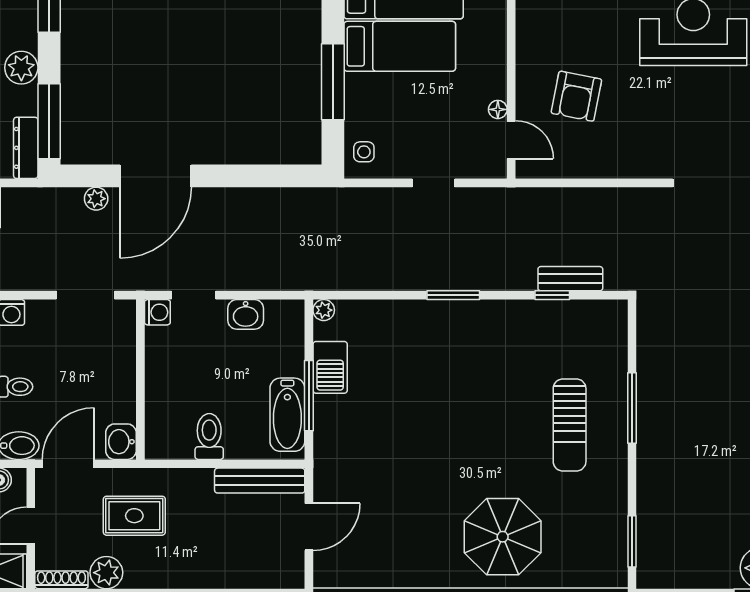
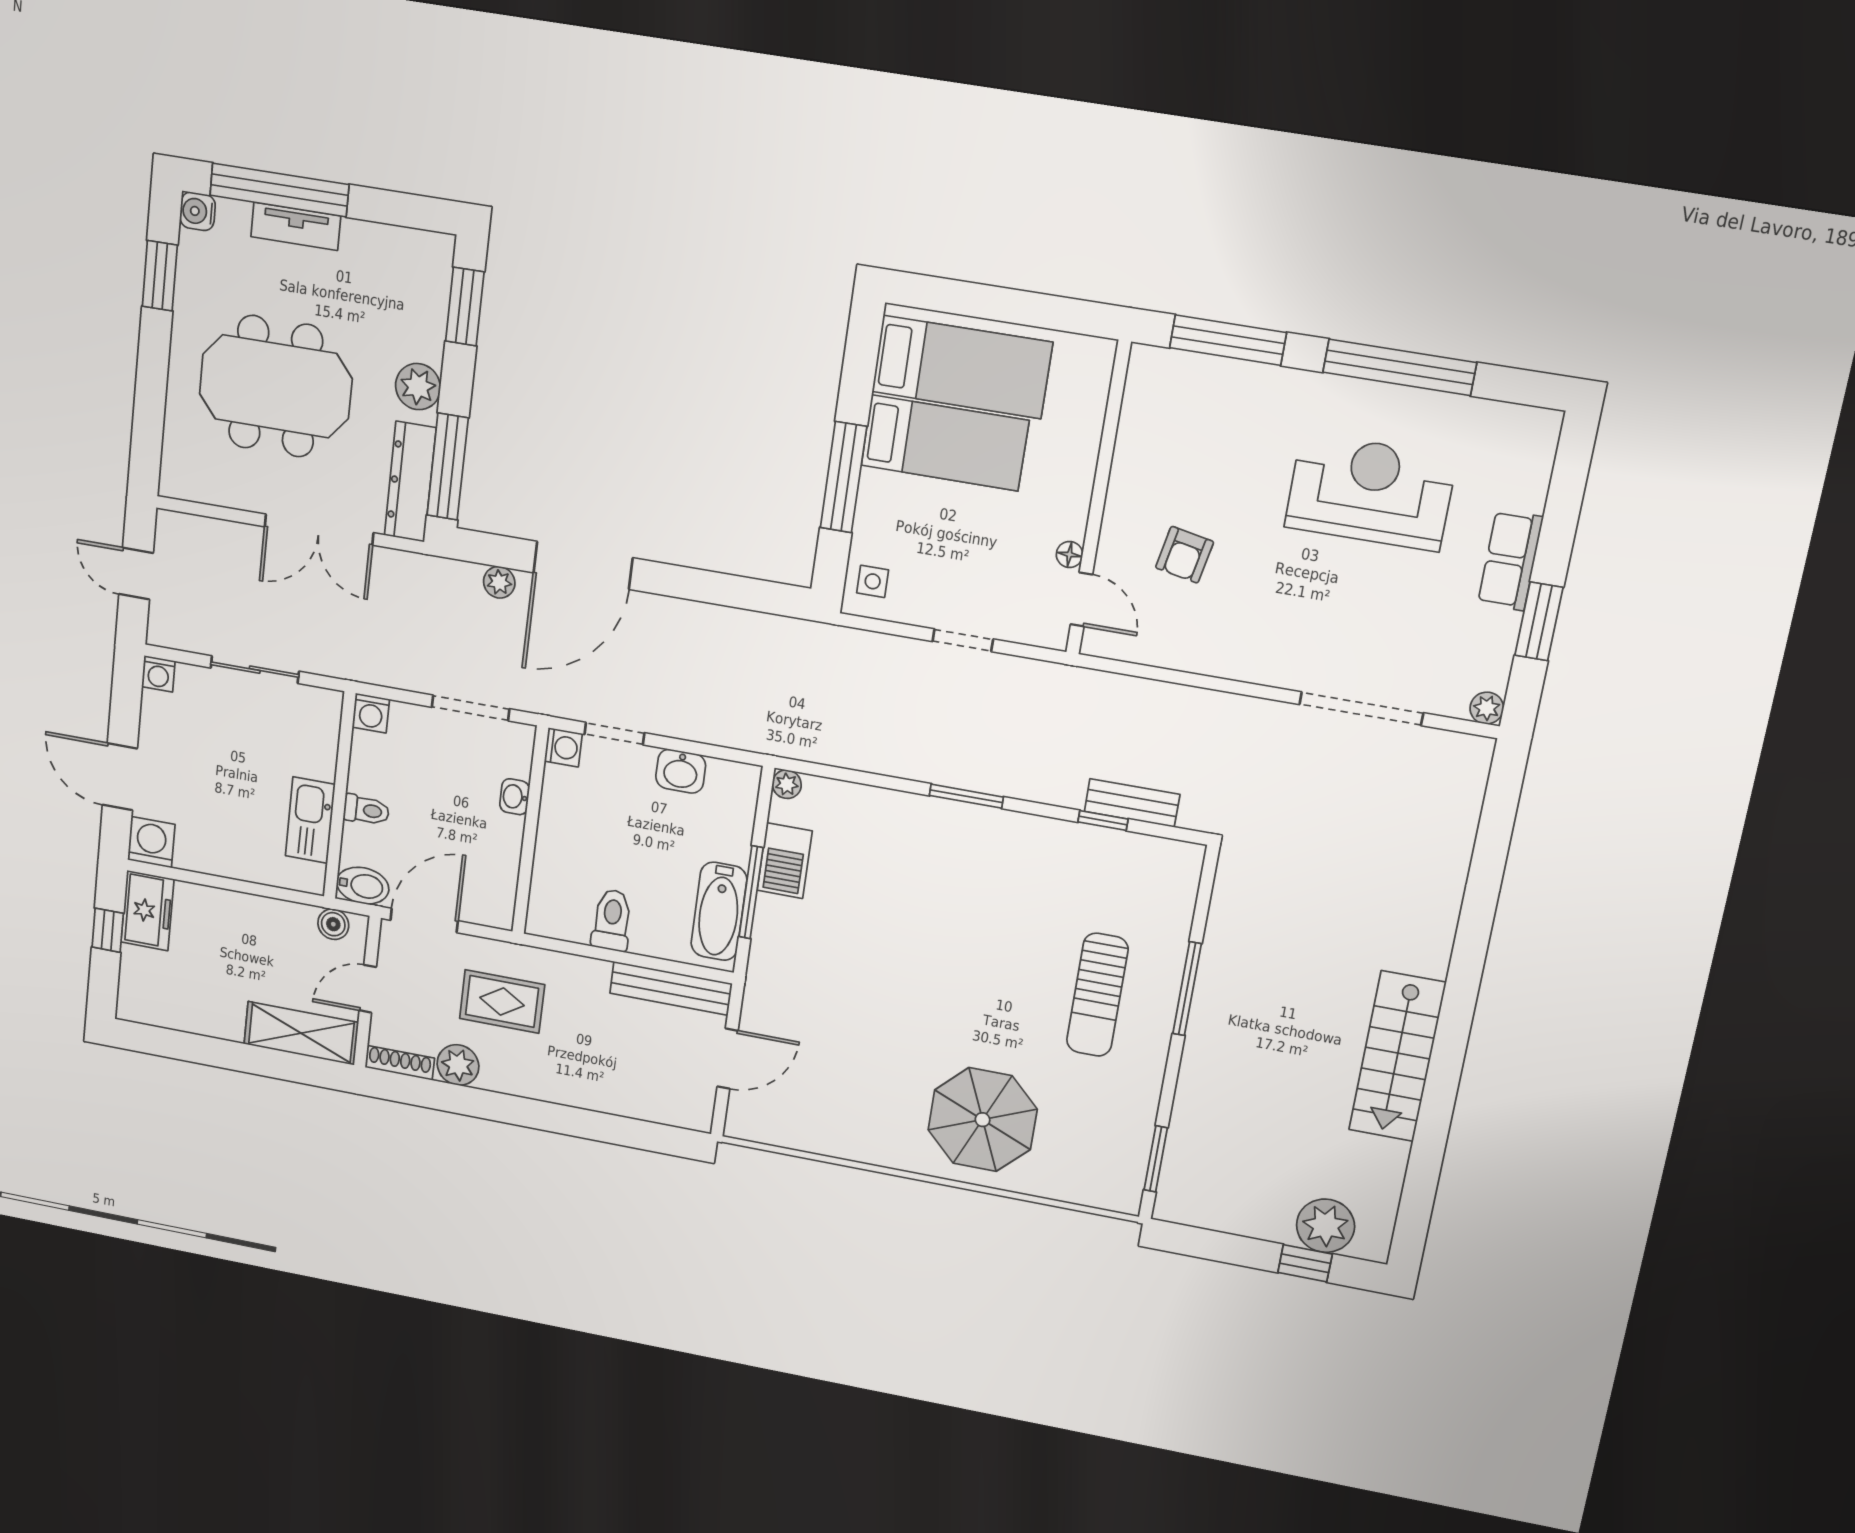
armchair: (576, 96) -> (1185, 555), width x0.72, depth x0.72
dresser: (26, 148) -> (410, 482), width x1.37, depth x1.24
washbasin: (121, 442) -> (515, 797), moved, width x0.72, depth x0.69

